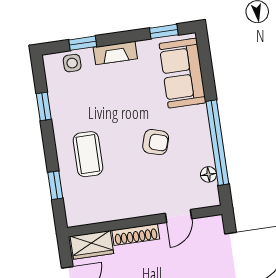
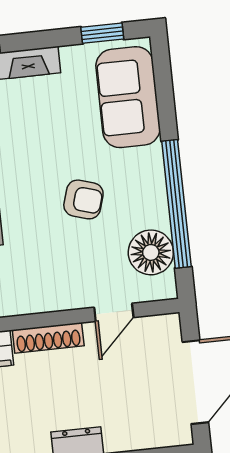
floor lamp: (209, 174) -> (151, 252), width x1.89, depth x1.89

